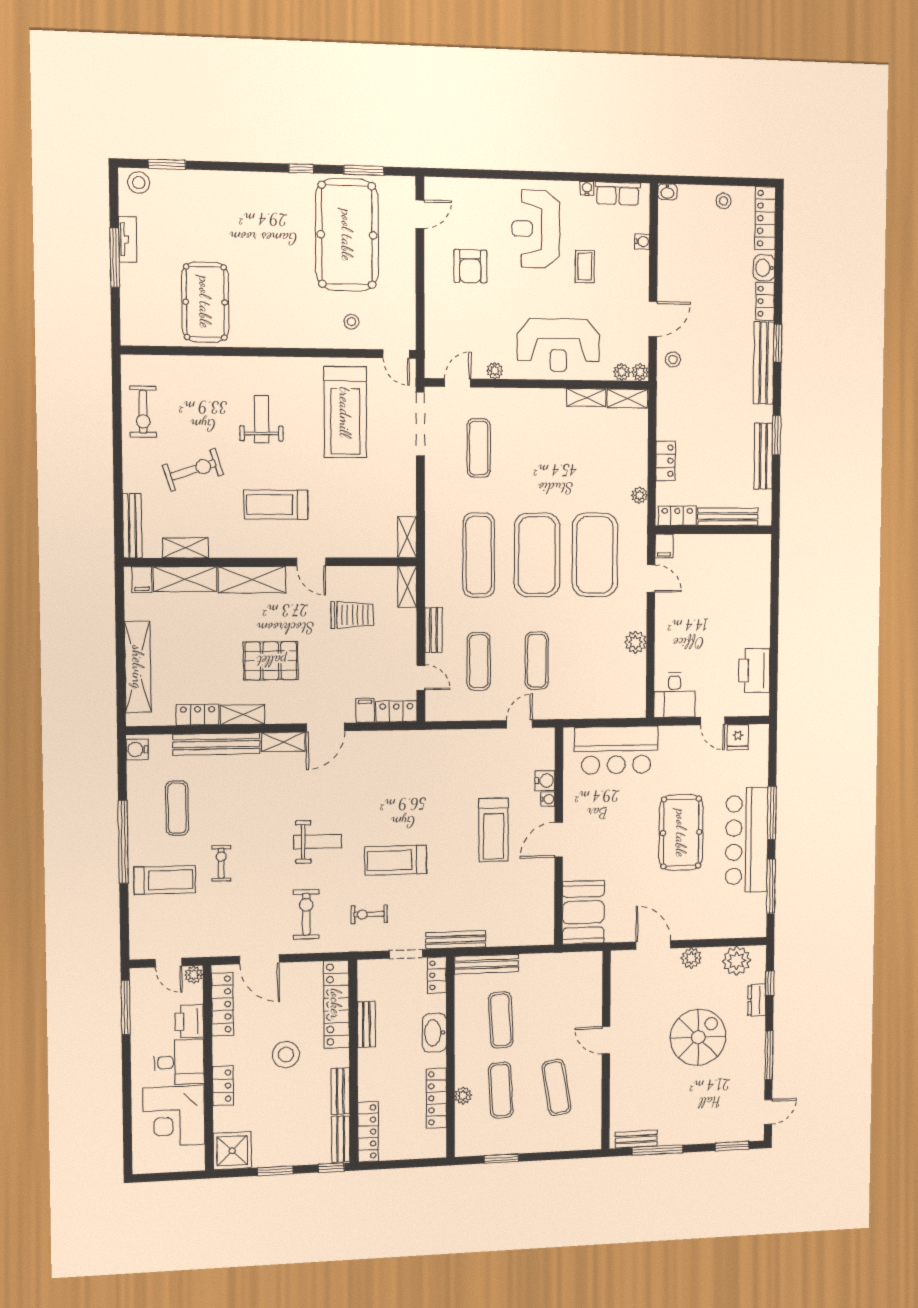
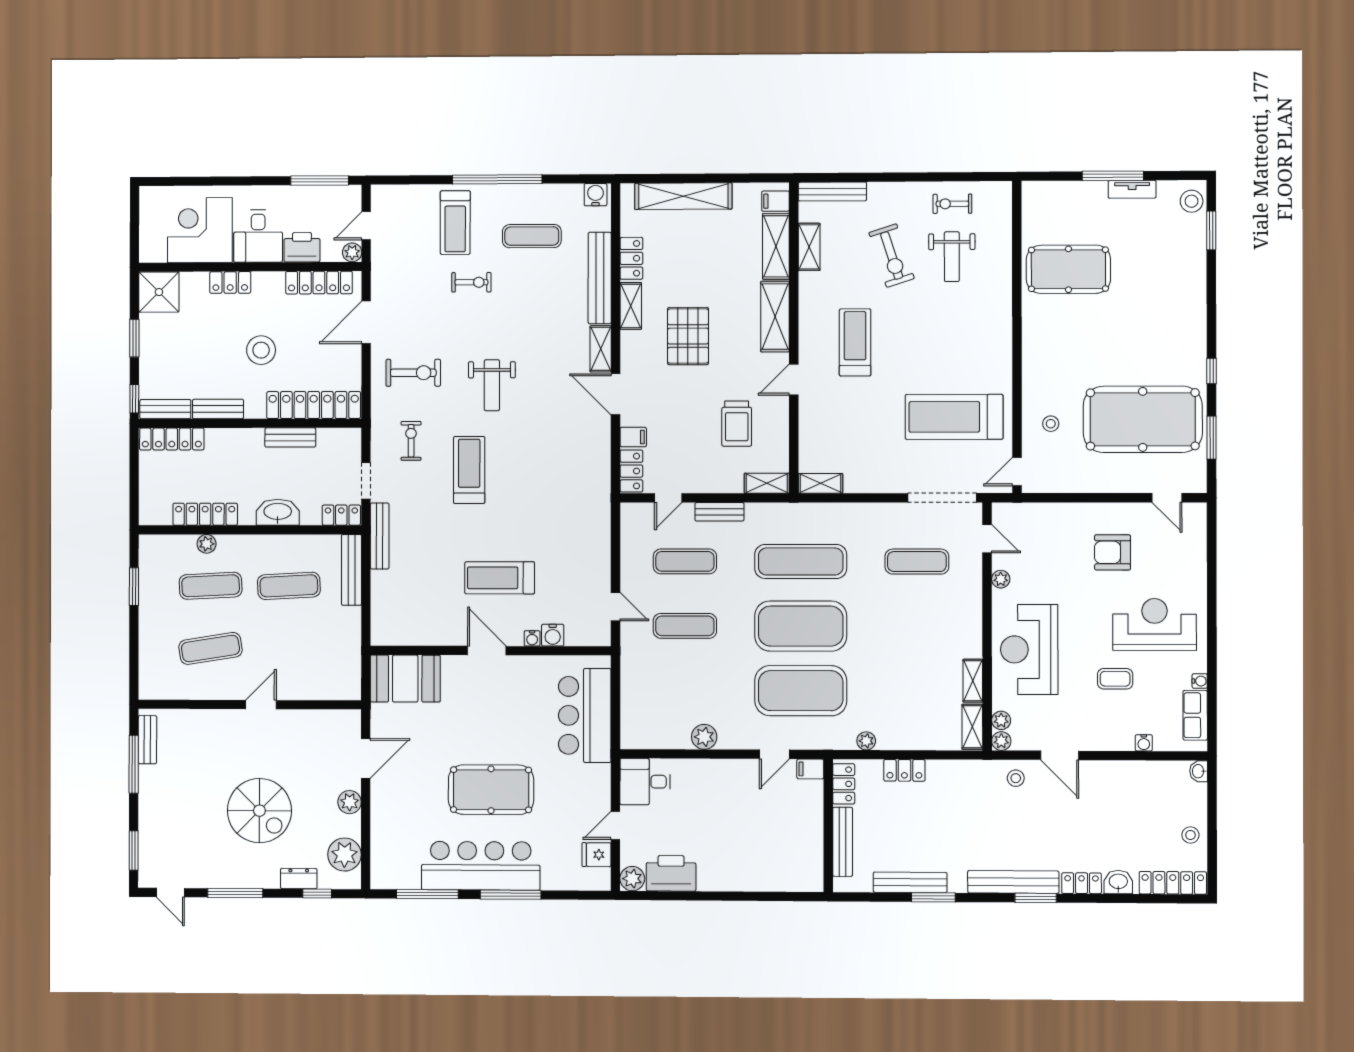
exercise bike: (143, 412) -> (952, 204), width x0.73, depth x0.72
weight bench: (261, 419) -> (952, 257), moved, turned 90
plant: (759, 705) -> (632, 879), added

